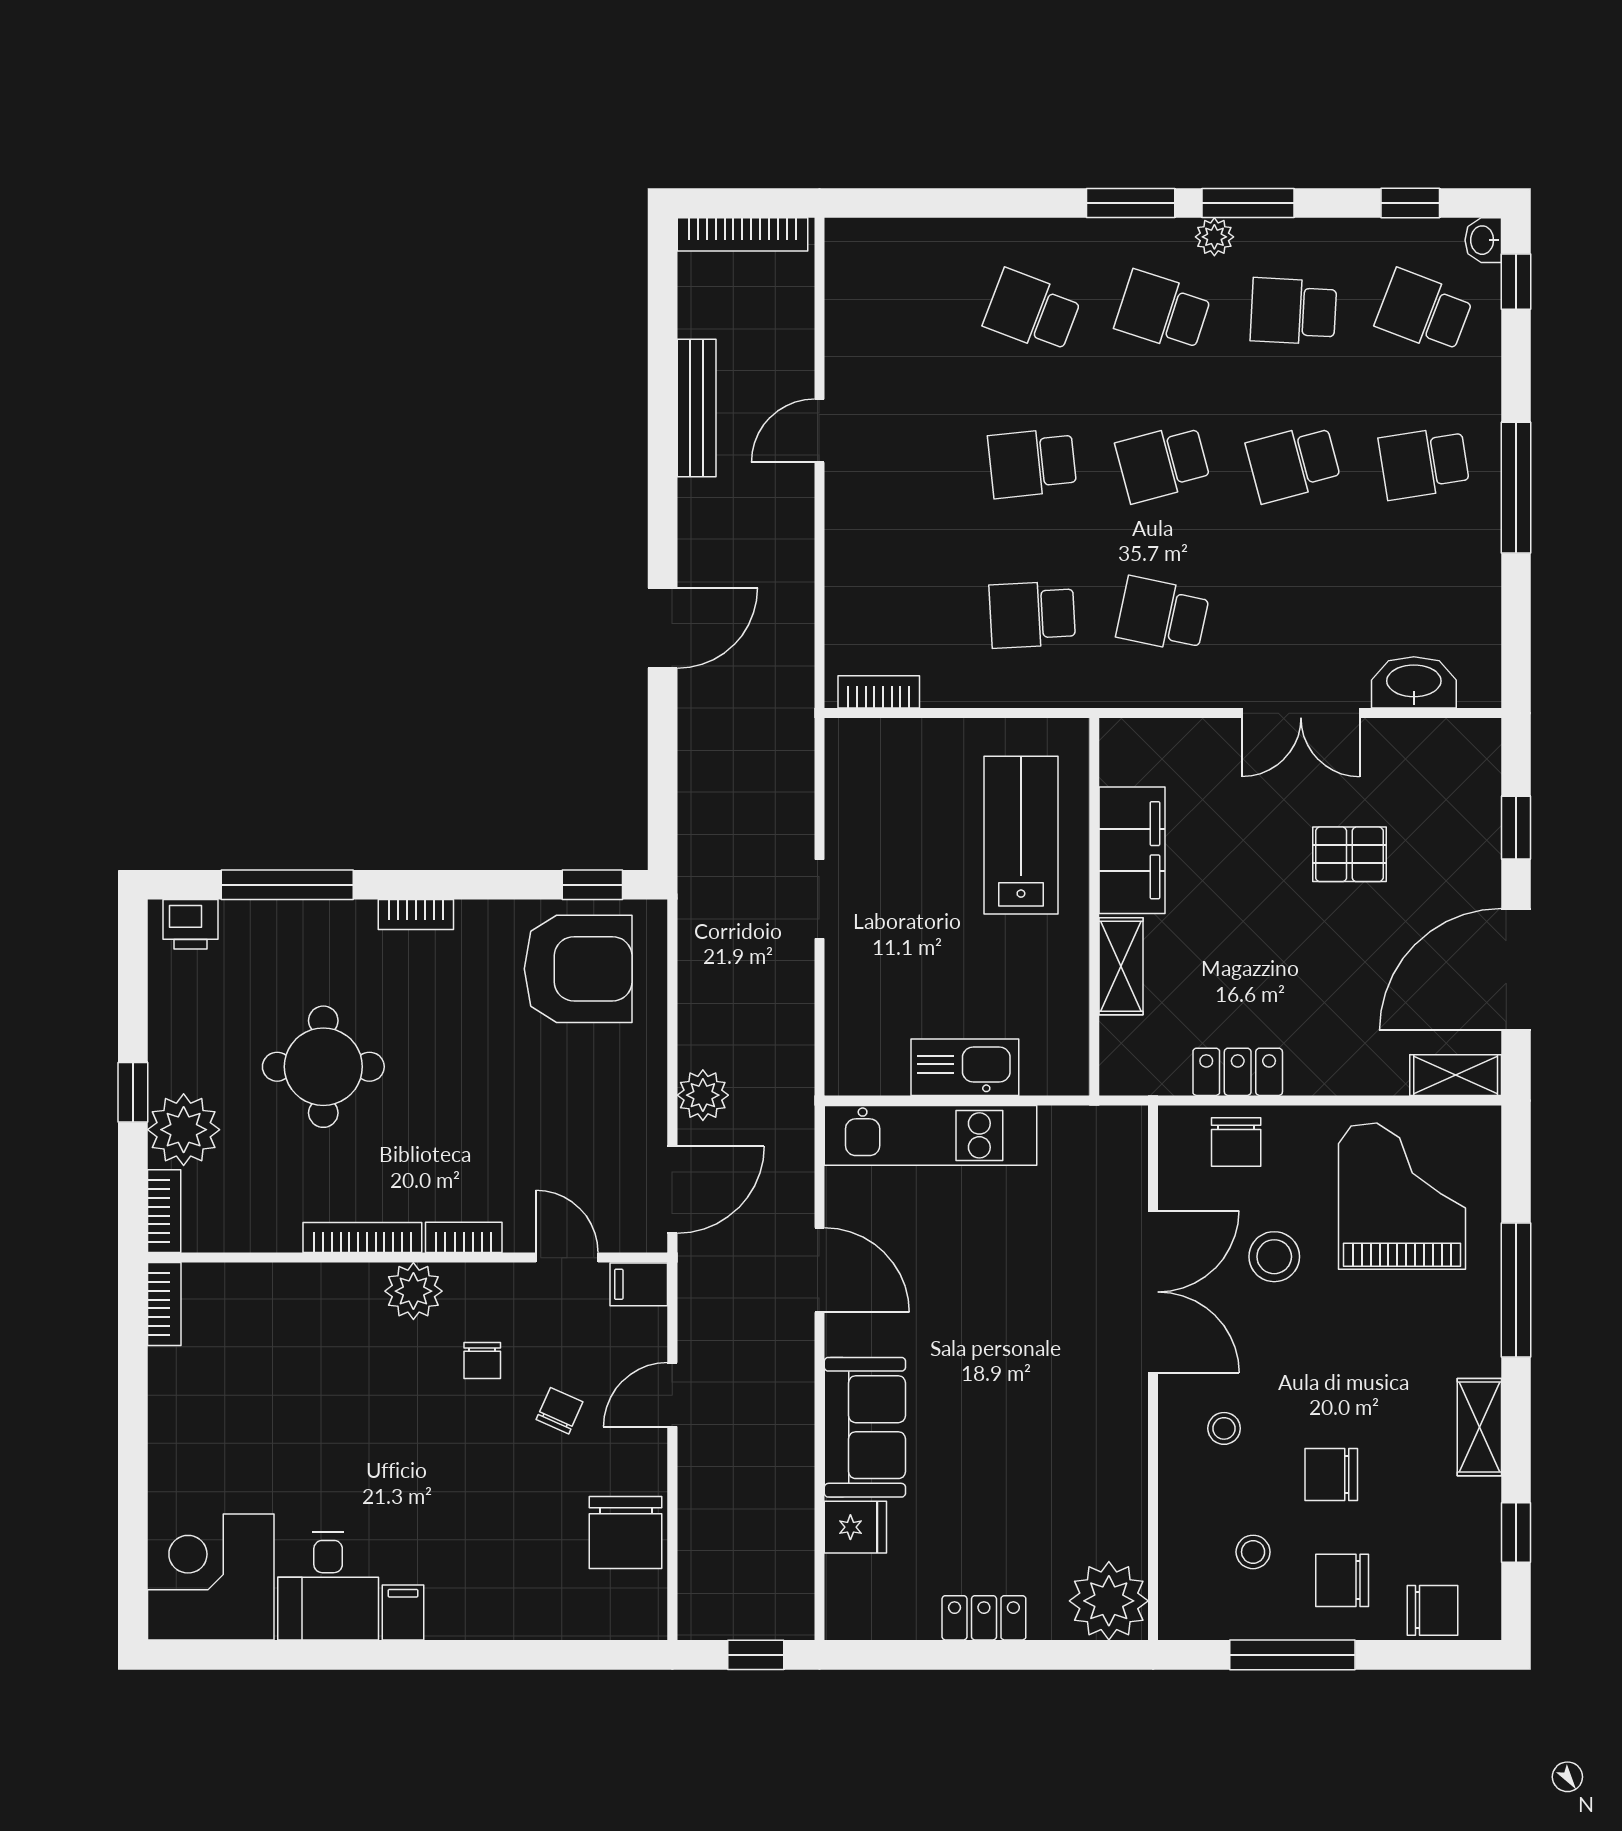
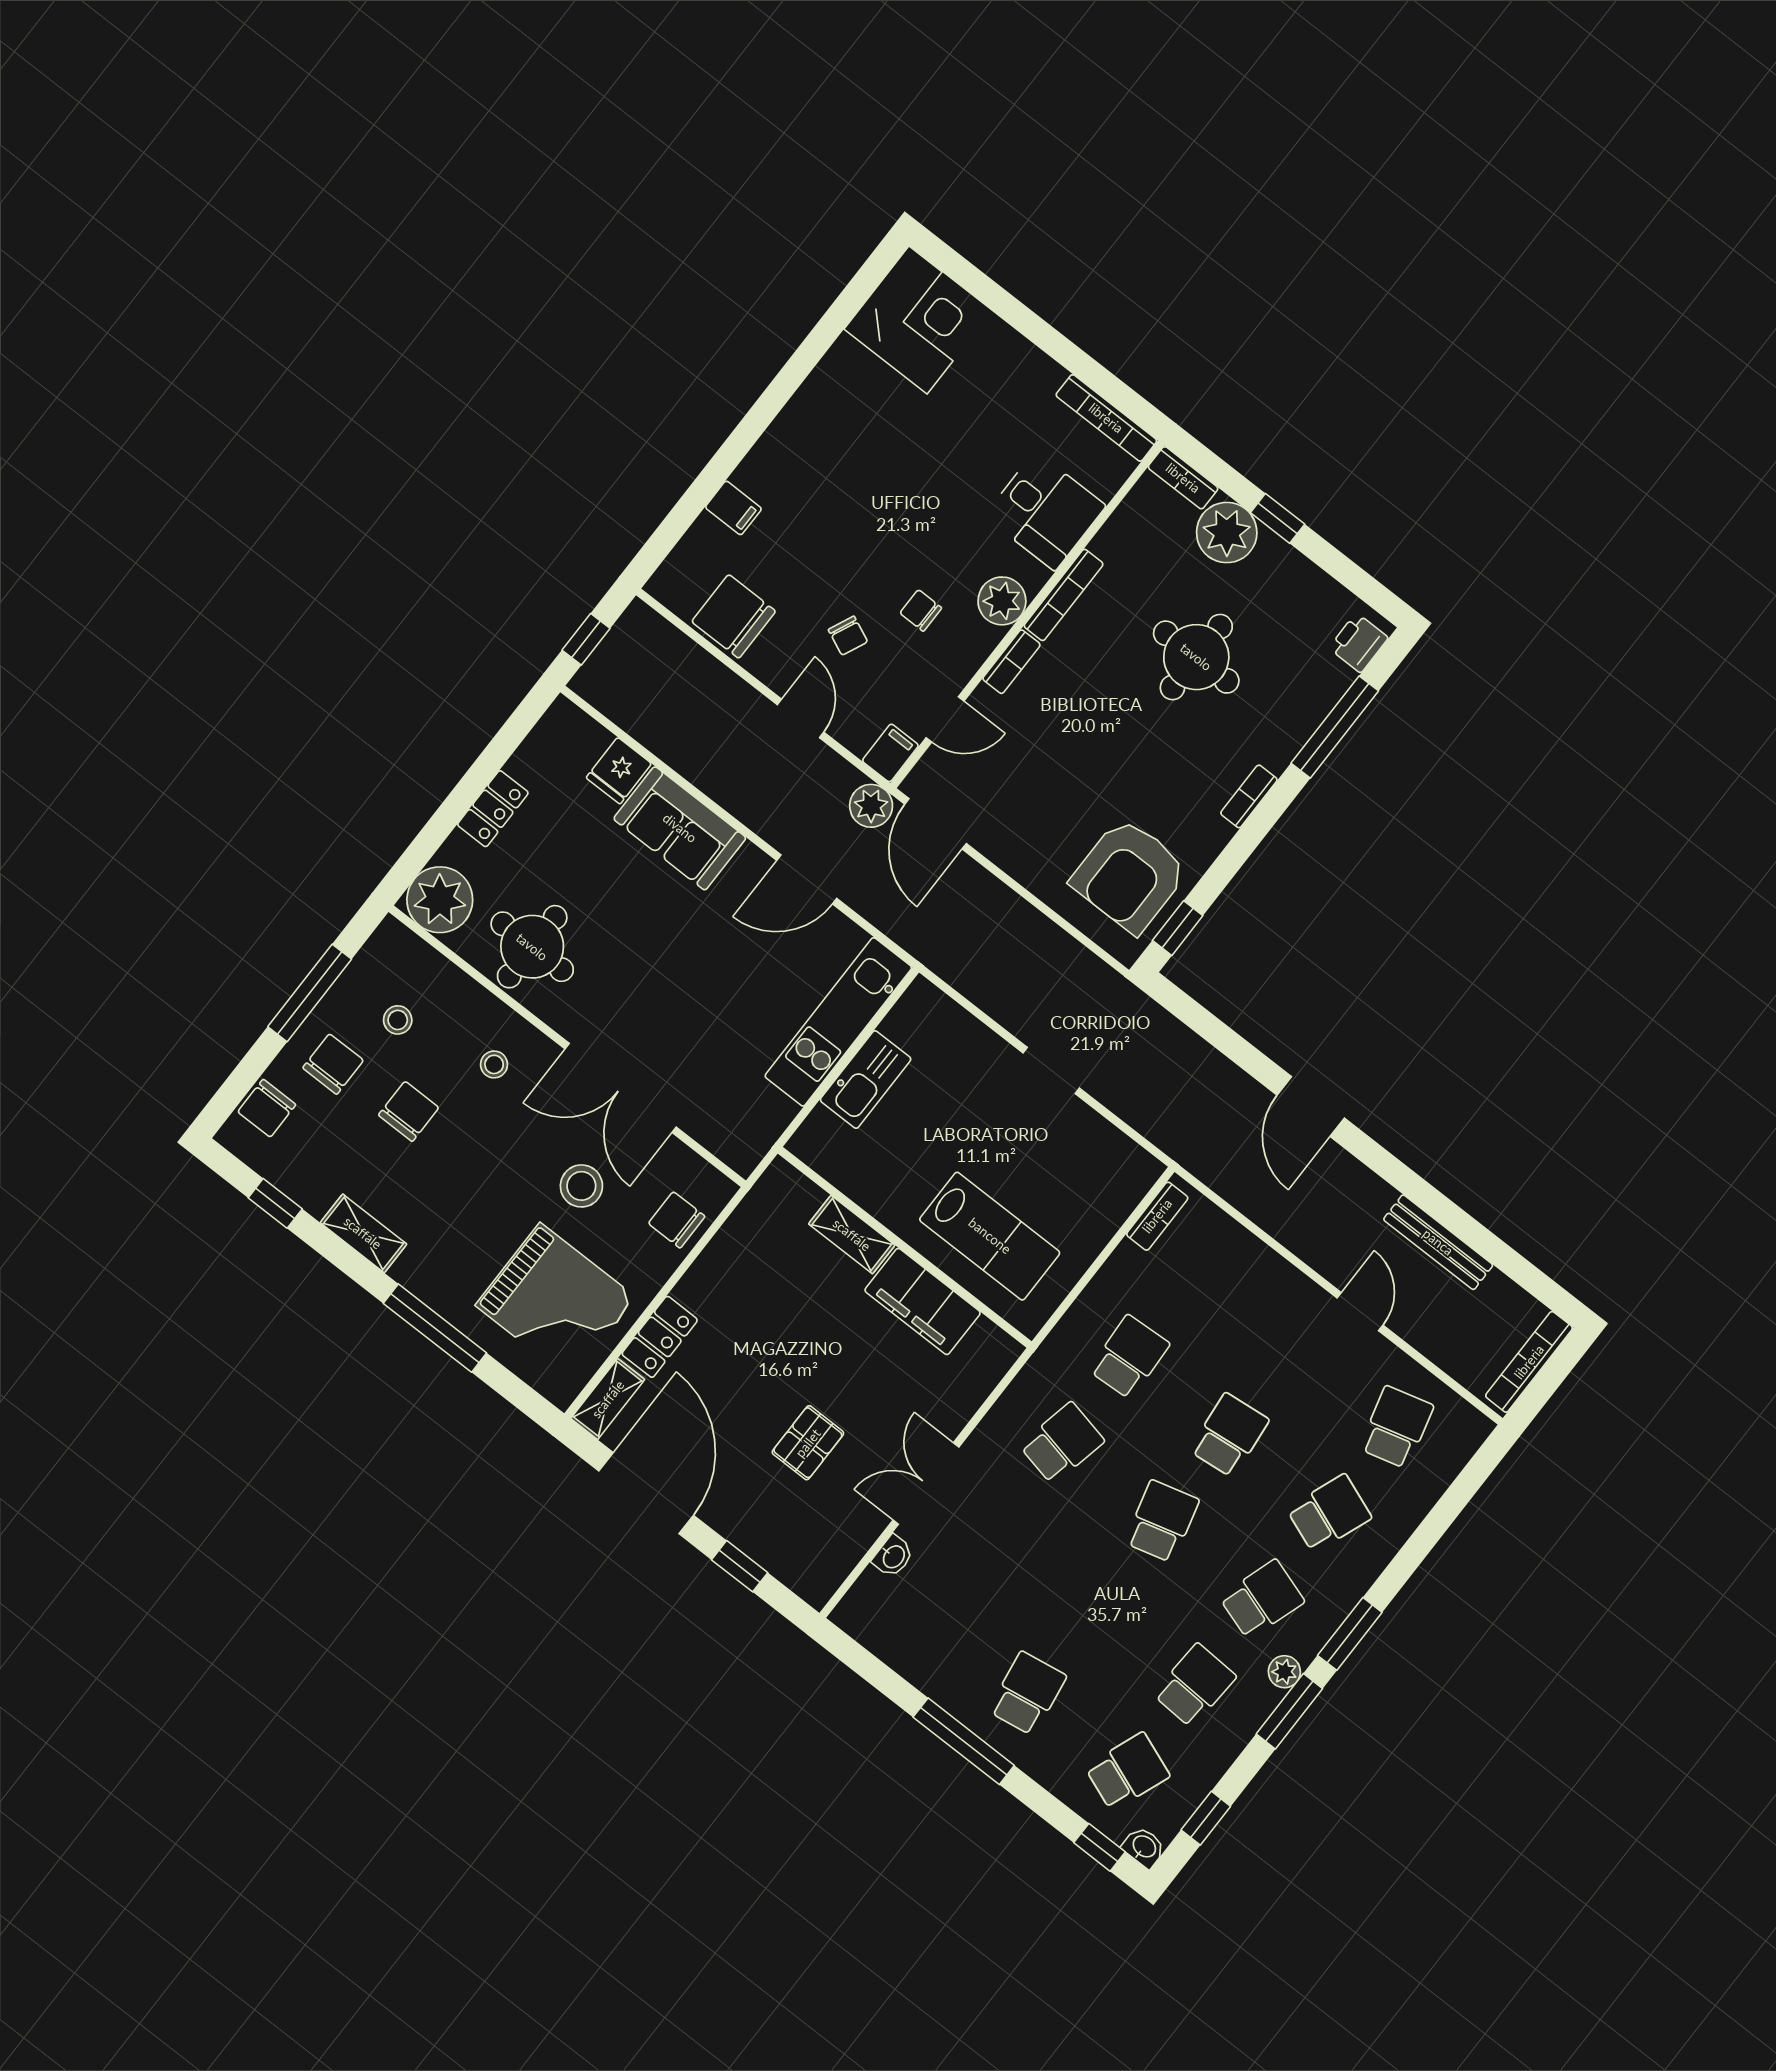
school desk: (1293, 463) -> (1396, 1427), moved
washbasin: (1414, 682) -> (893, 1556), width x0.52, depth x0.69
locker: (1238, 1072) -> (660, 1337), moved
plant: (703, 1095) -> (871, 806), moved
bookcase: (164, 1304) -> (1106, 418), width x1.56
round table: (1085, 1479) -> (532, 947), added
desk: (328, 1586) -> (1045, 511), moved, turned 180
filing cabinet: (403, 1613) -> (733, 508), moved

